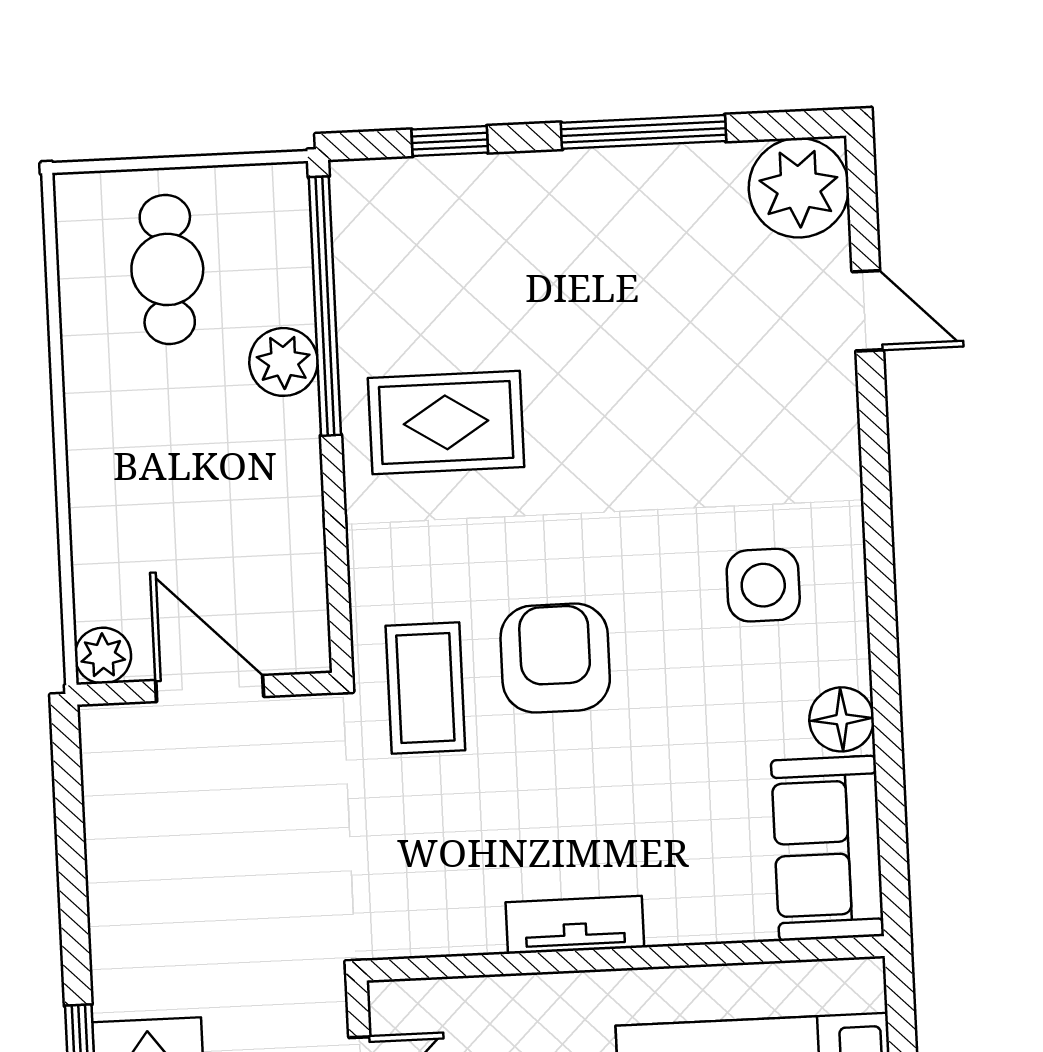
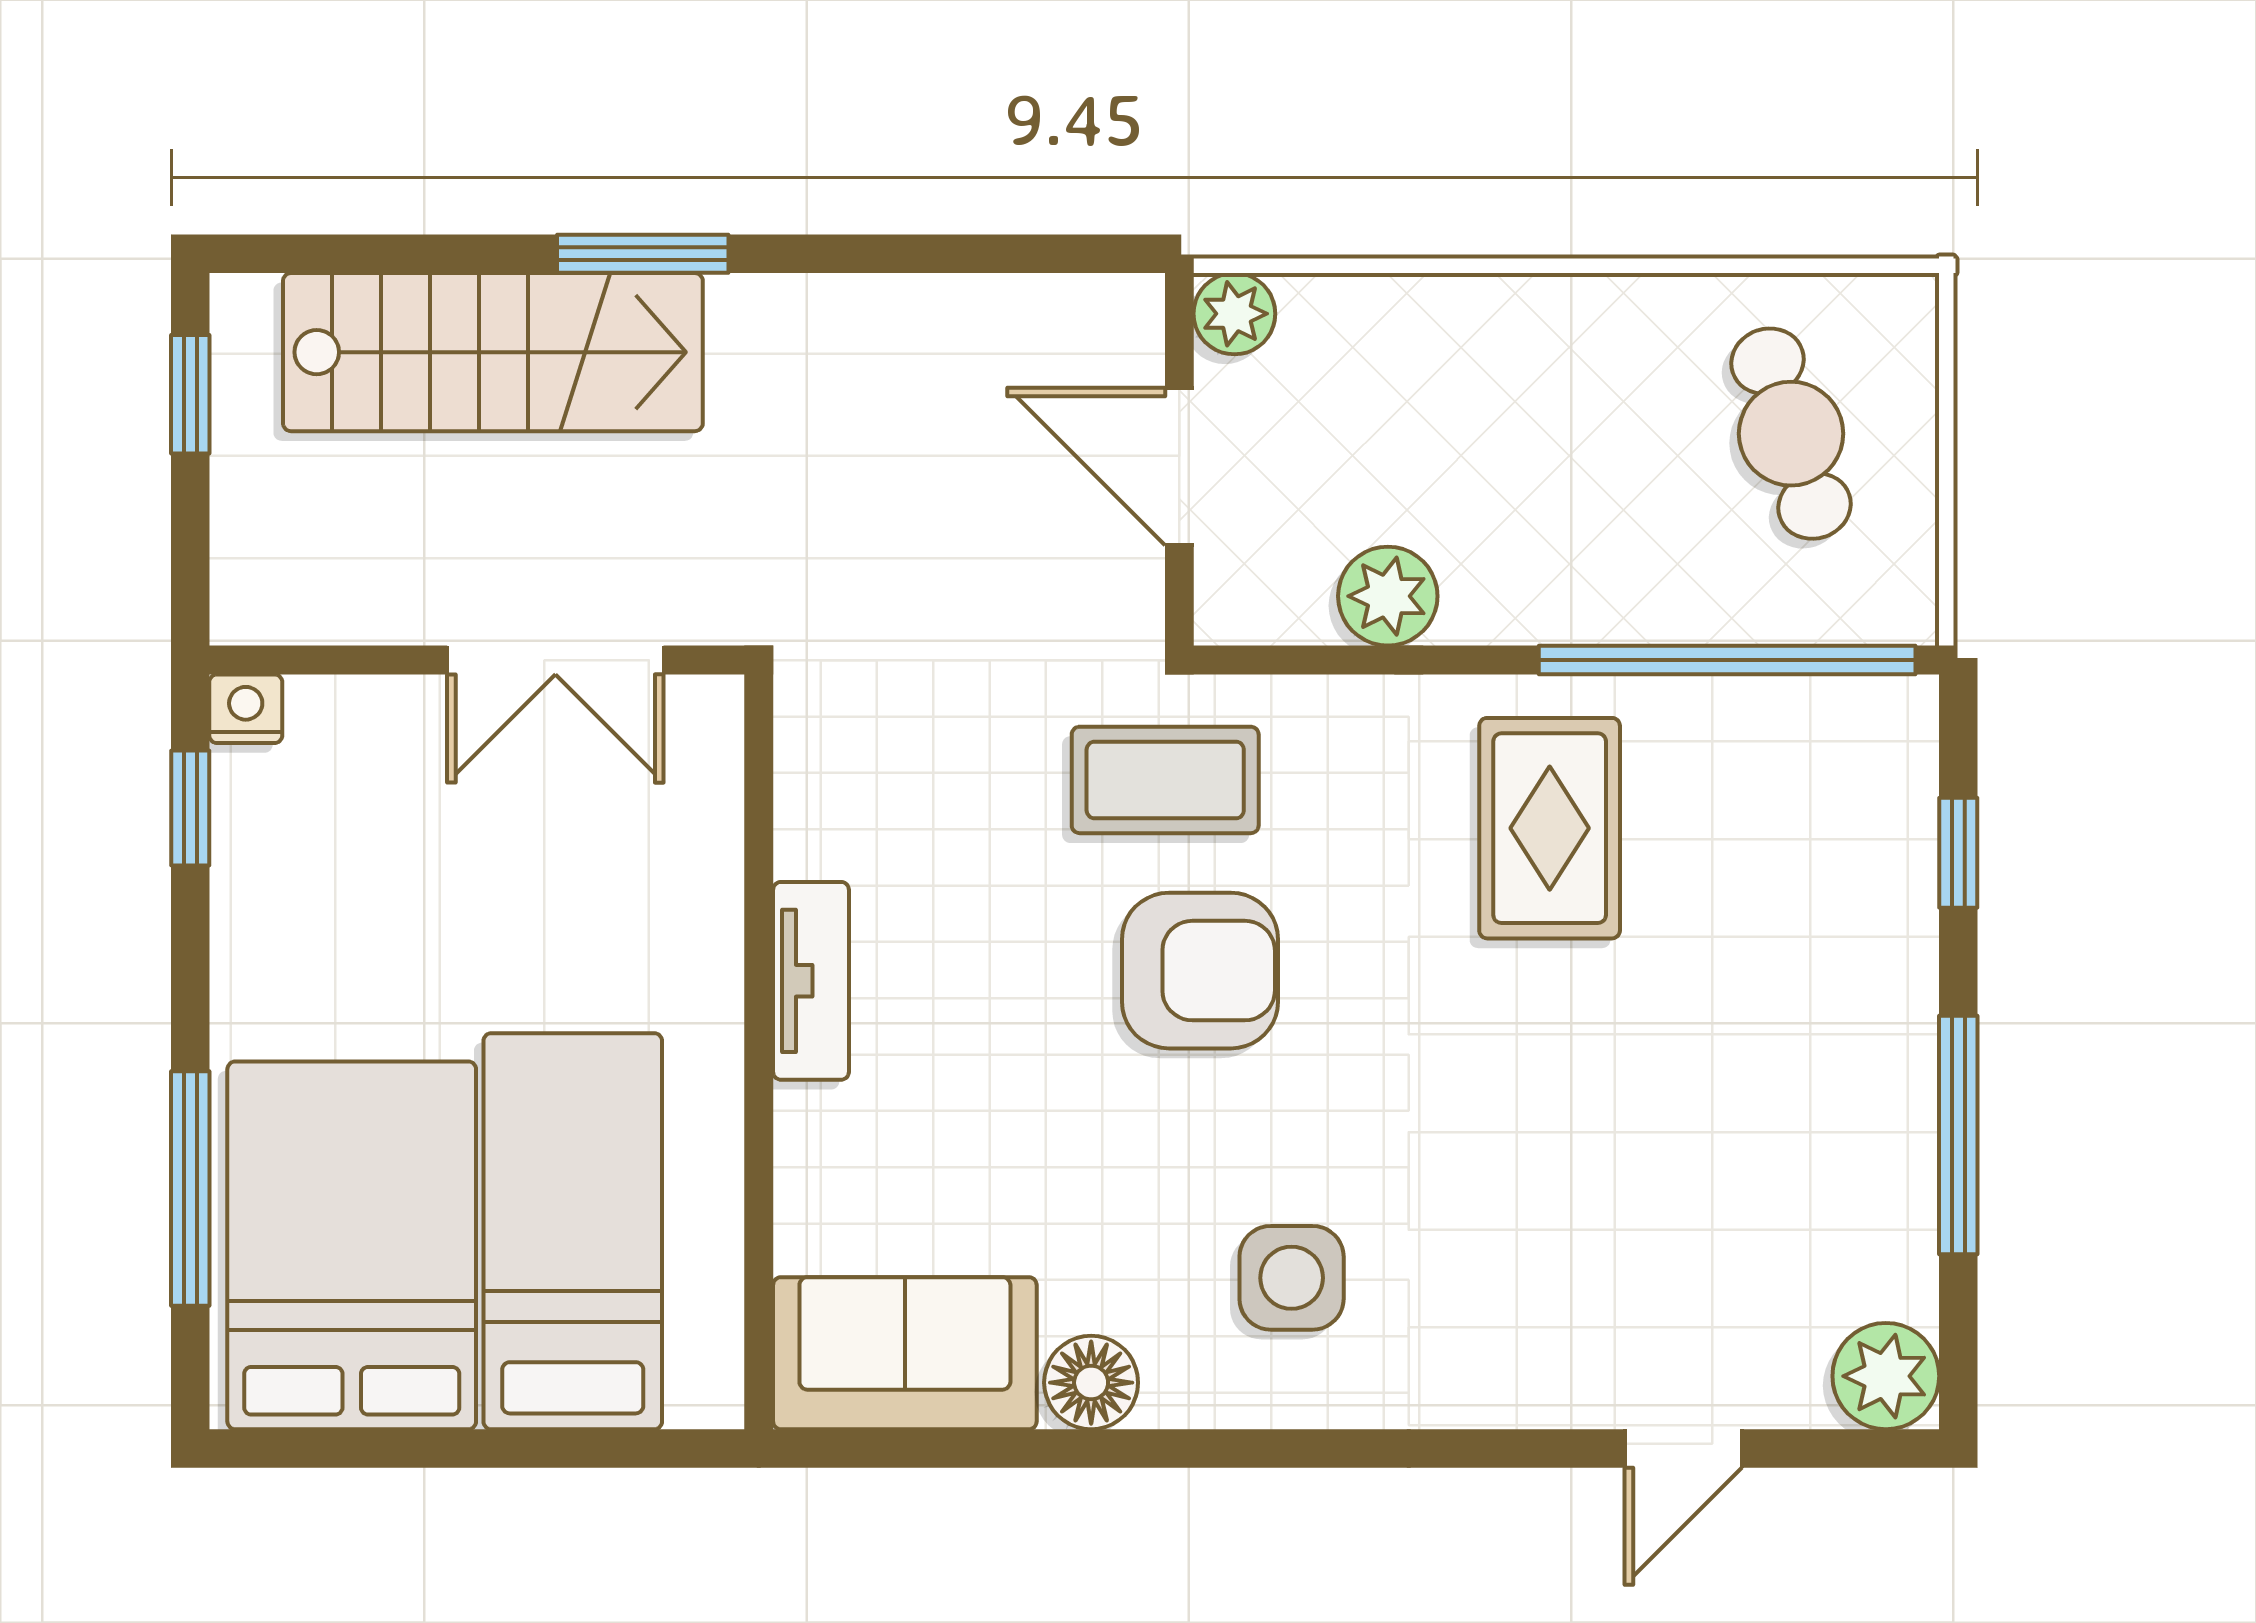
plant: (799, 188) -> (1886, 1376), width x0.73, depth x0.73
cafe table: (167, 269) -> (1791, 434), turned 72
plant: (283, 362) -> (1388, 596), moved
door: (210, 688) -> (1179, 467), swing flipped

